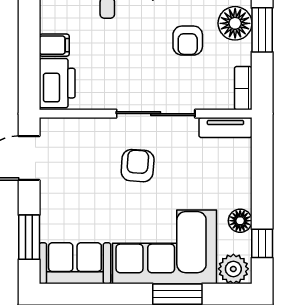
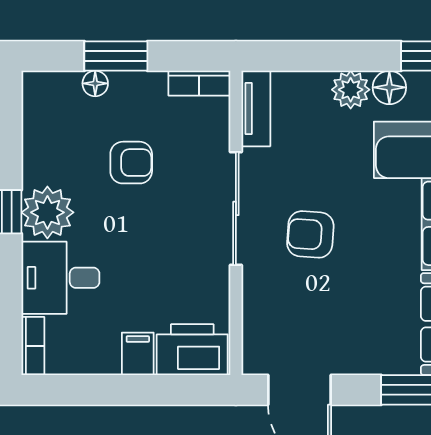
floor lamp: (235, 23) -> (95, 83), width x0.53, depth x0.53
plant: (239, 194) -> (351, 90), added

